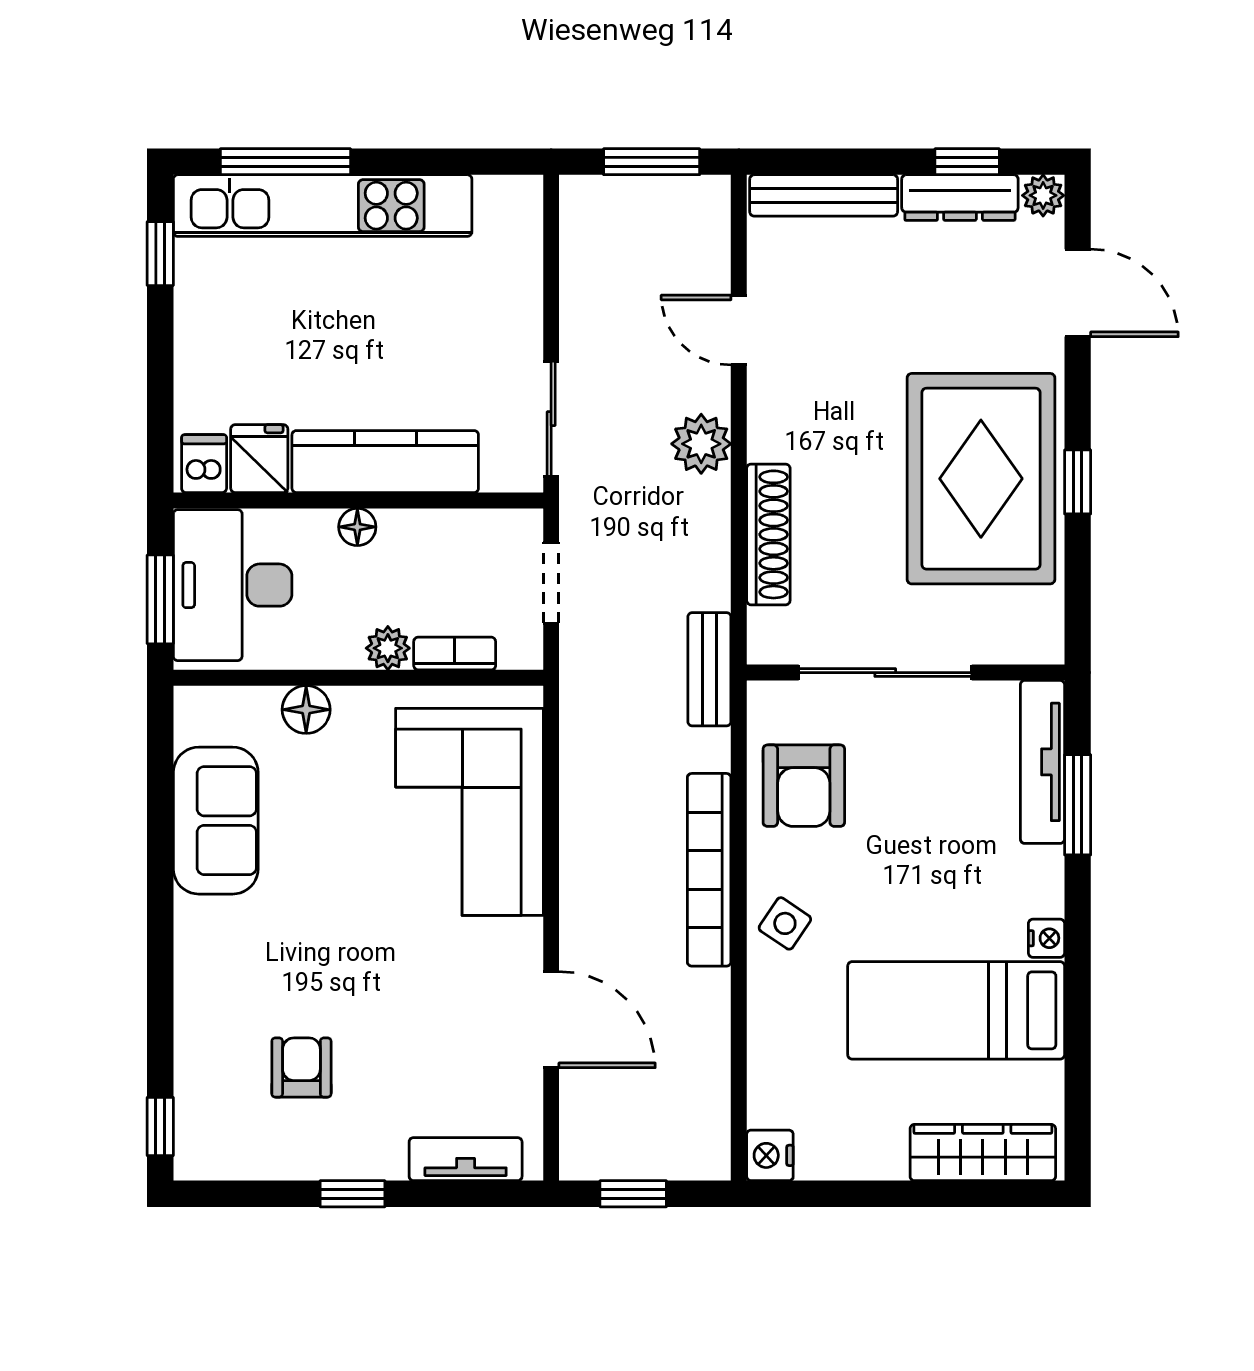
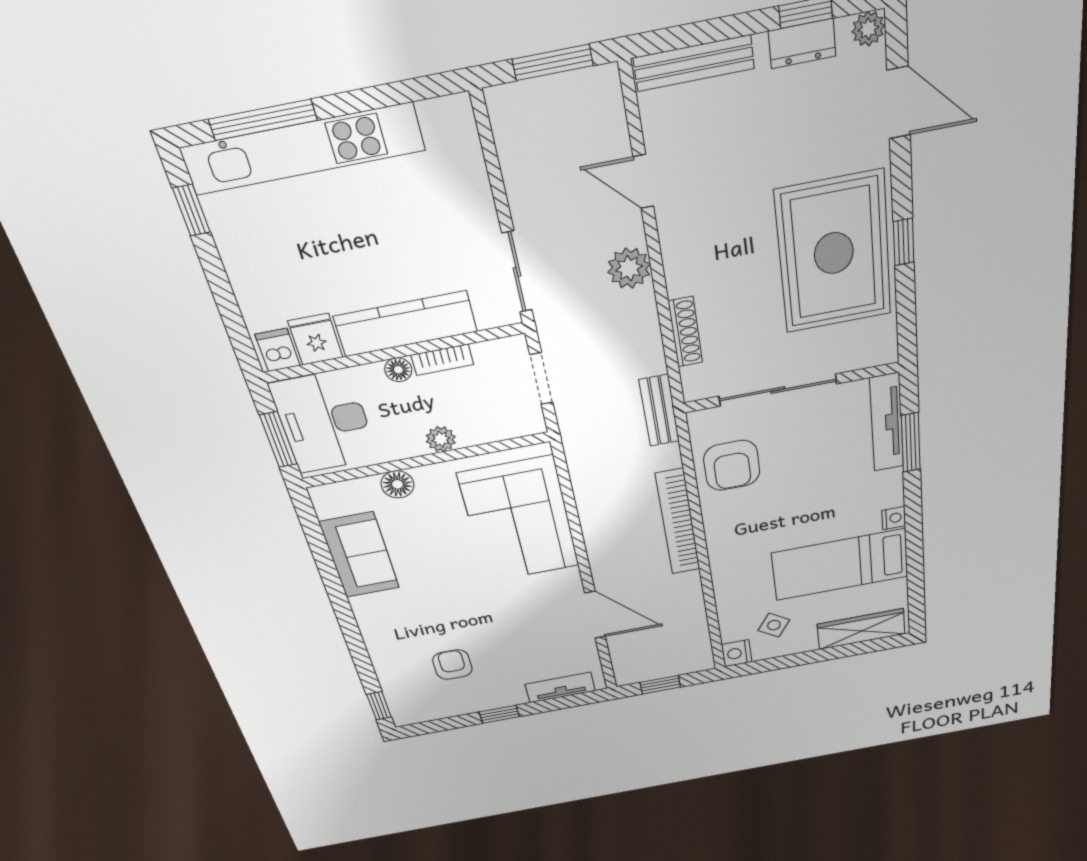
dresser: (960, 198) -> (802, 44), width x0.70
shoe rack: (768, 534) -> (685, 332), width x0.74, depth x0.81
bookcase: (455, 654) -> (442, 360), moved, turned 180
side table: (785, 923) -> (774, 625), moved

